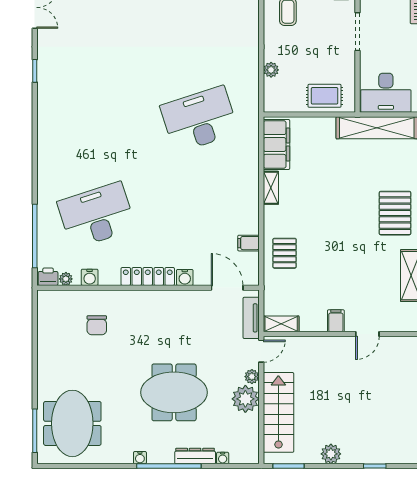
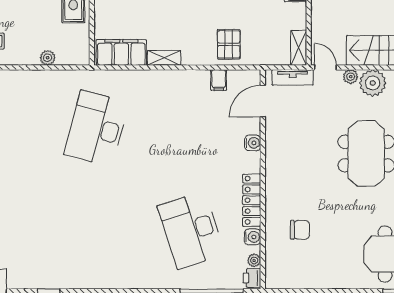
desk: (199, 119) -> (96, 128), turned 33
pallet: (285, 253) -> (229, 44), turned 90
locker: (148, 276) -> (252, 200), moved

